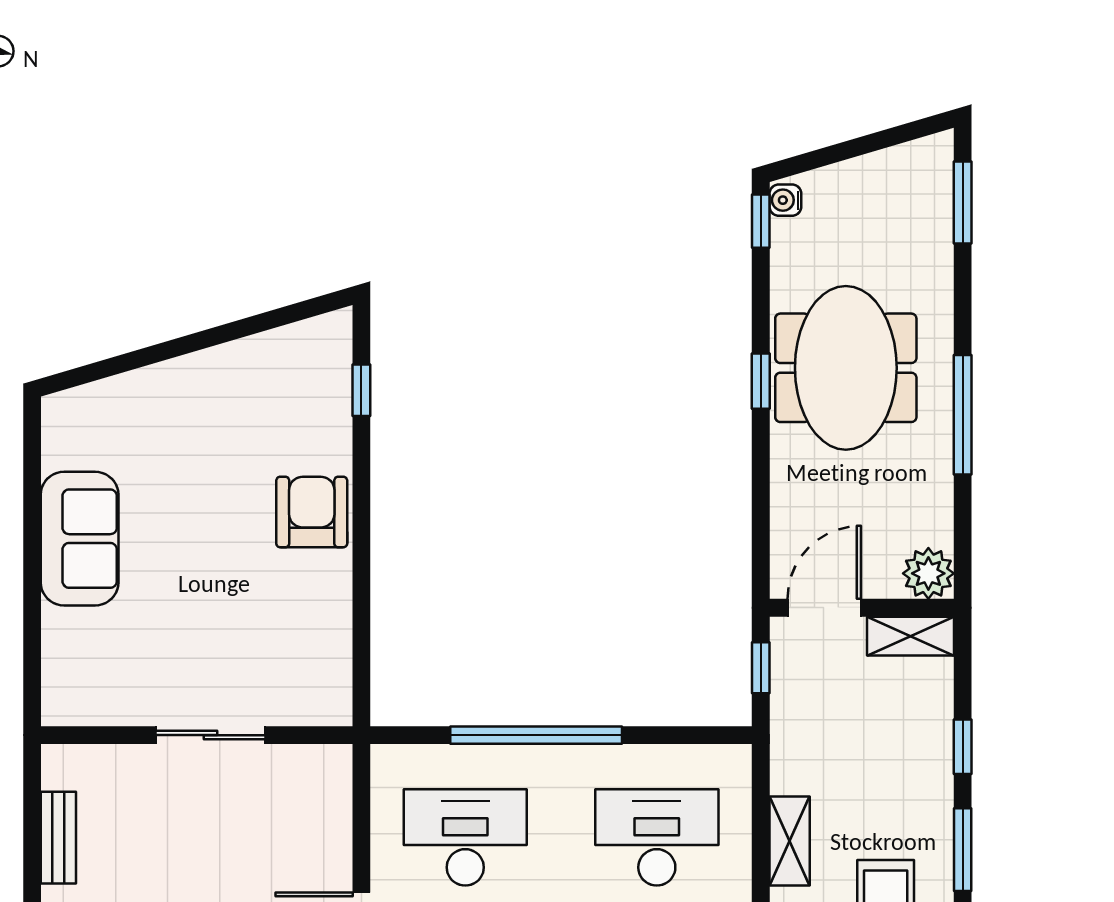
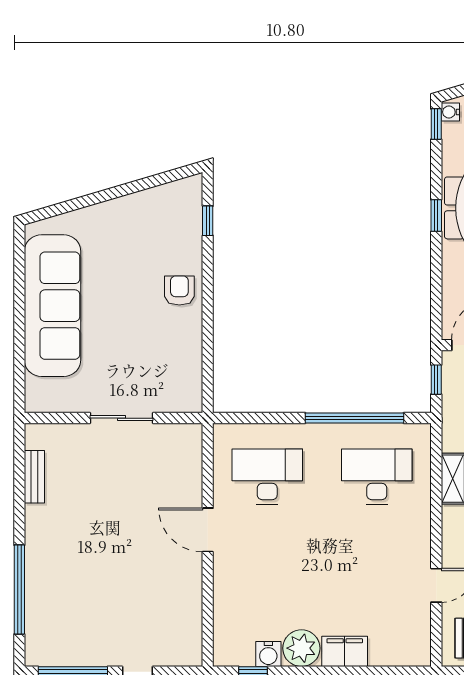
armchair: (312, 512) -> (179, 290), width x0.72, depth x0.72
sofa: (80, 539) -> (53, 306), width x1.85, depth x1.27
window: (536, 735) -> (354, 418), moved

